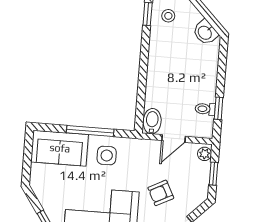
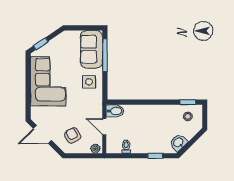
window: (219, 108) -> (155, 156), moved
window: (90, 131) -> (105, 55), moved
window: (213, 174) -> (82, 156), removed
armchair: (161, 193) -> (73, 135), moved

